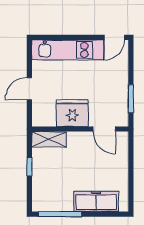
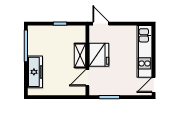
door: (114, 37) -> (154, 85), hinge flipped
door: (29, 89) -> (101, 24), moved
shelving: (49, 139) -> (80, 55), moved

